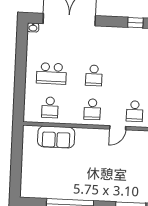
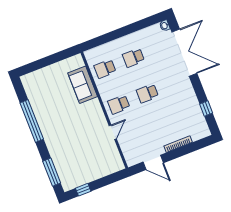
school desk: (52, 73) -> (133, 58), width x0.54
school desk: (135, 111) -> (133, 140), removed
door: (118, 128) -> (113, 132), swing flipped

